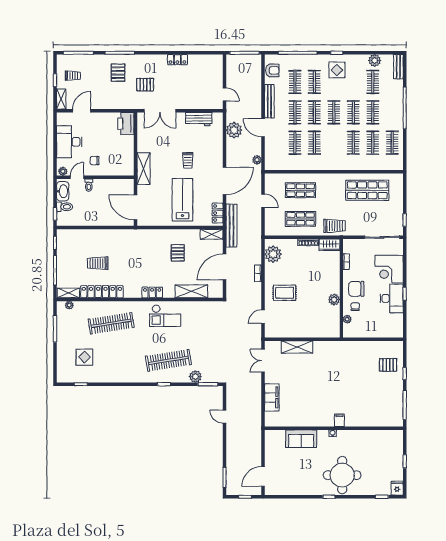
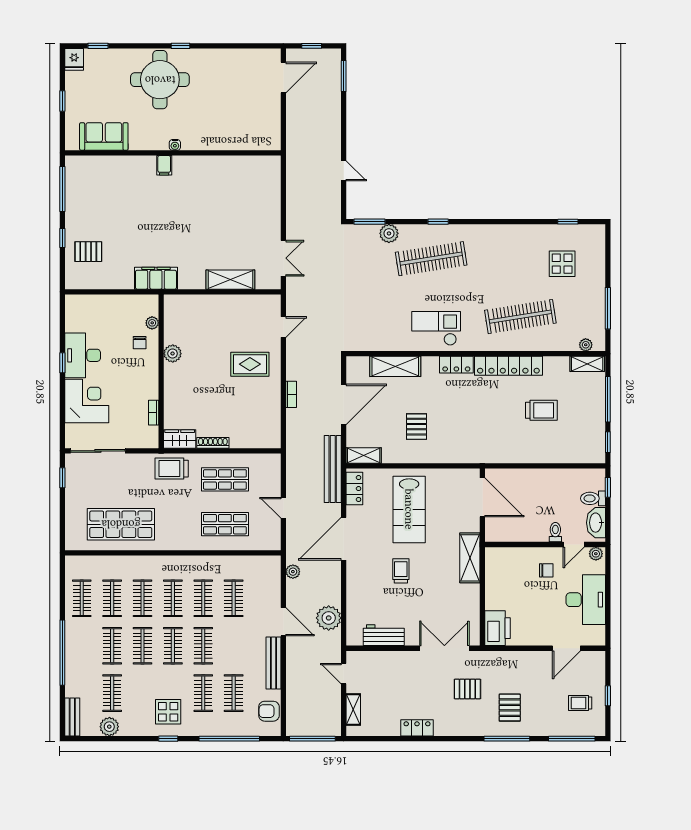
shelving: (61, 99) -> (353, 710), moved
clothes rail: (295, 112) -> (173, 598), moved
plant: (273, 254) -> (268, 424), removed
chair: (356, 289) -> (138, 370), removed
locker: (102, 292) -> (508, 366), moved
filing cabinet: (272, 397) -> (156, 278), moved, turned 90
sofa: (301, 439) -> (104, 136), moved

